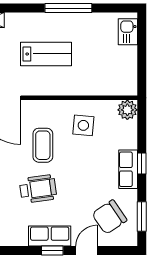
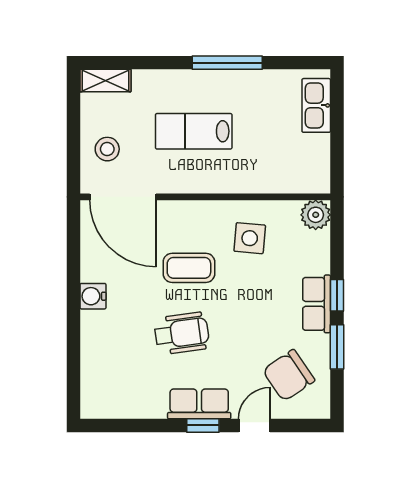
kitchen sink: (128, 32) -> (316, 105), width x1.38
lab bench: (46, 54) -> (194, 131), turned 180
coffee table: (43, 145) -> (189, 268), turned 90
window: (142, 216) -> (337, 347), moved

